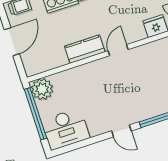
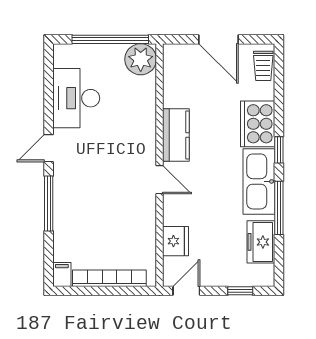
desk: (66, 129) -> (76, 98), moved

